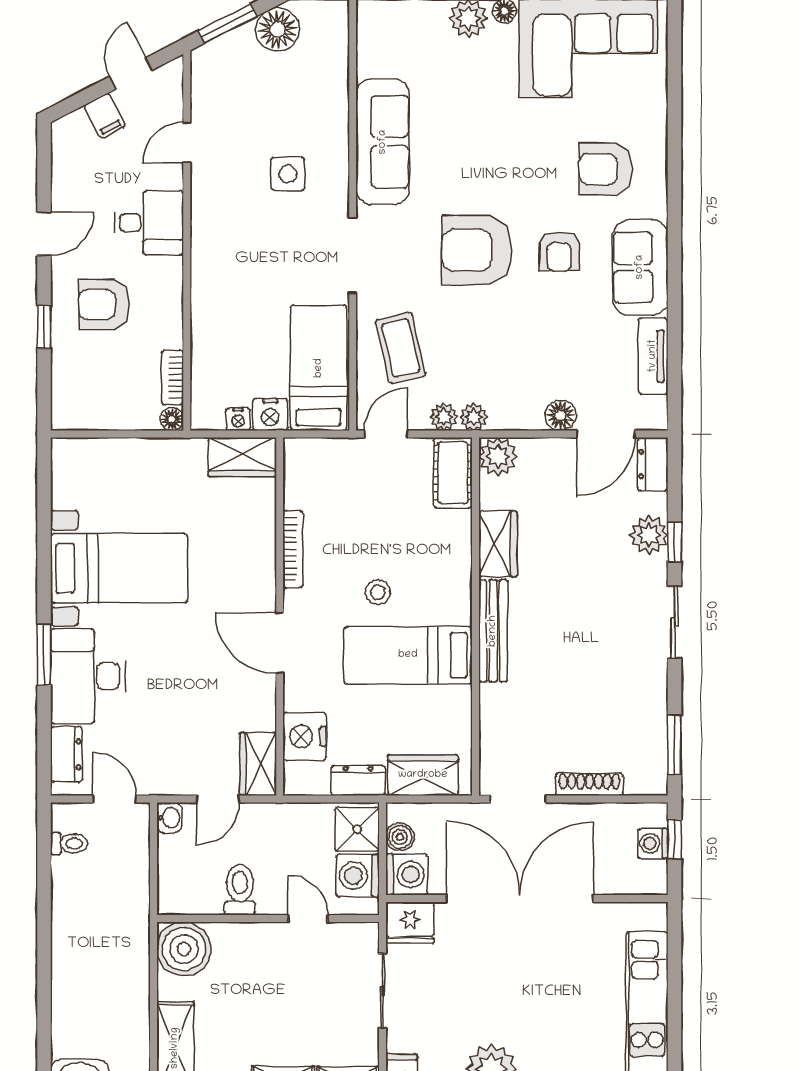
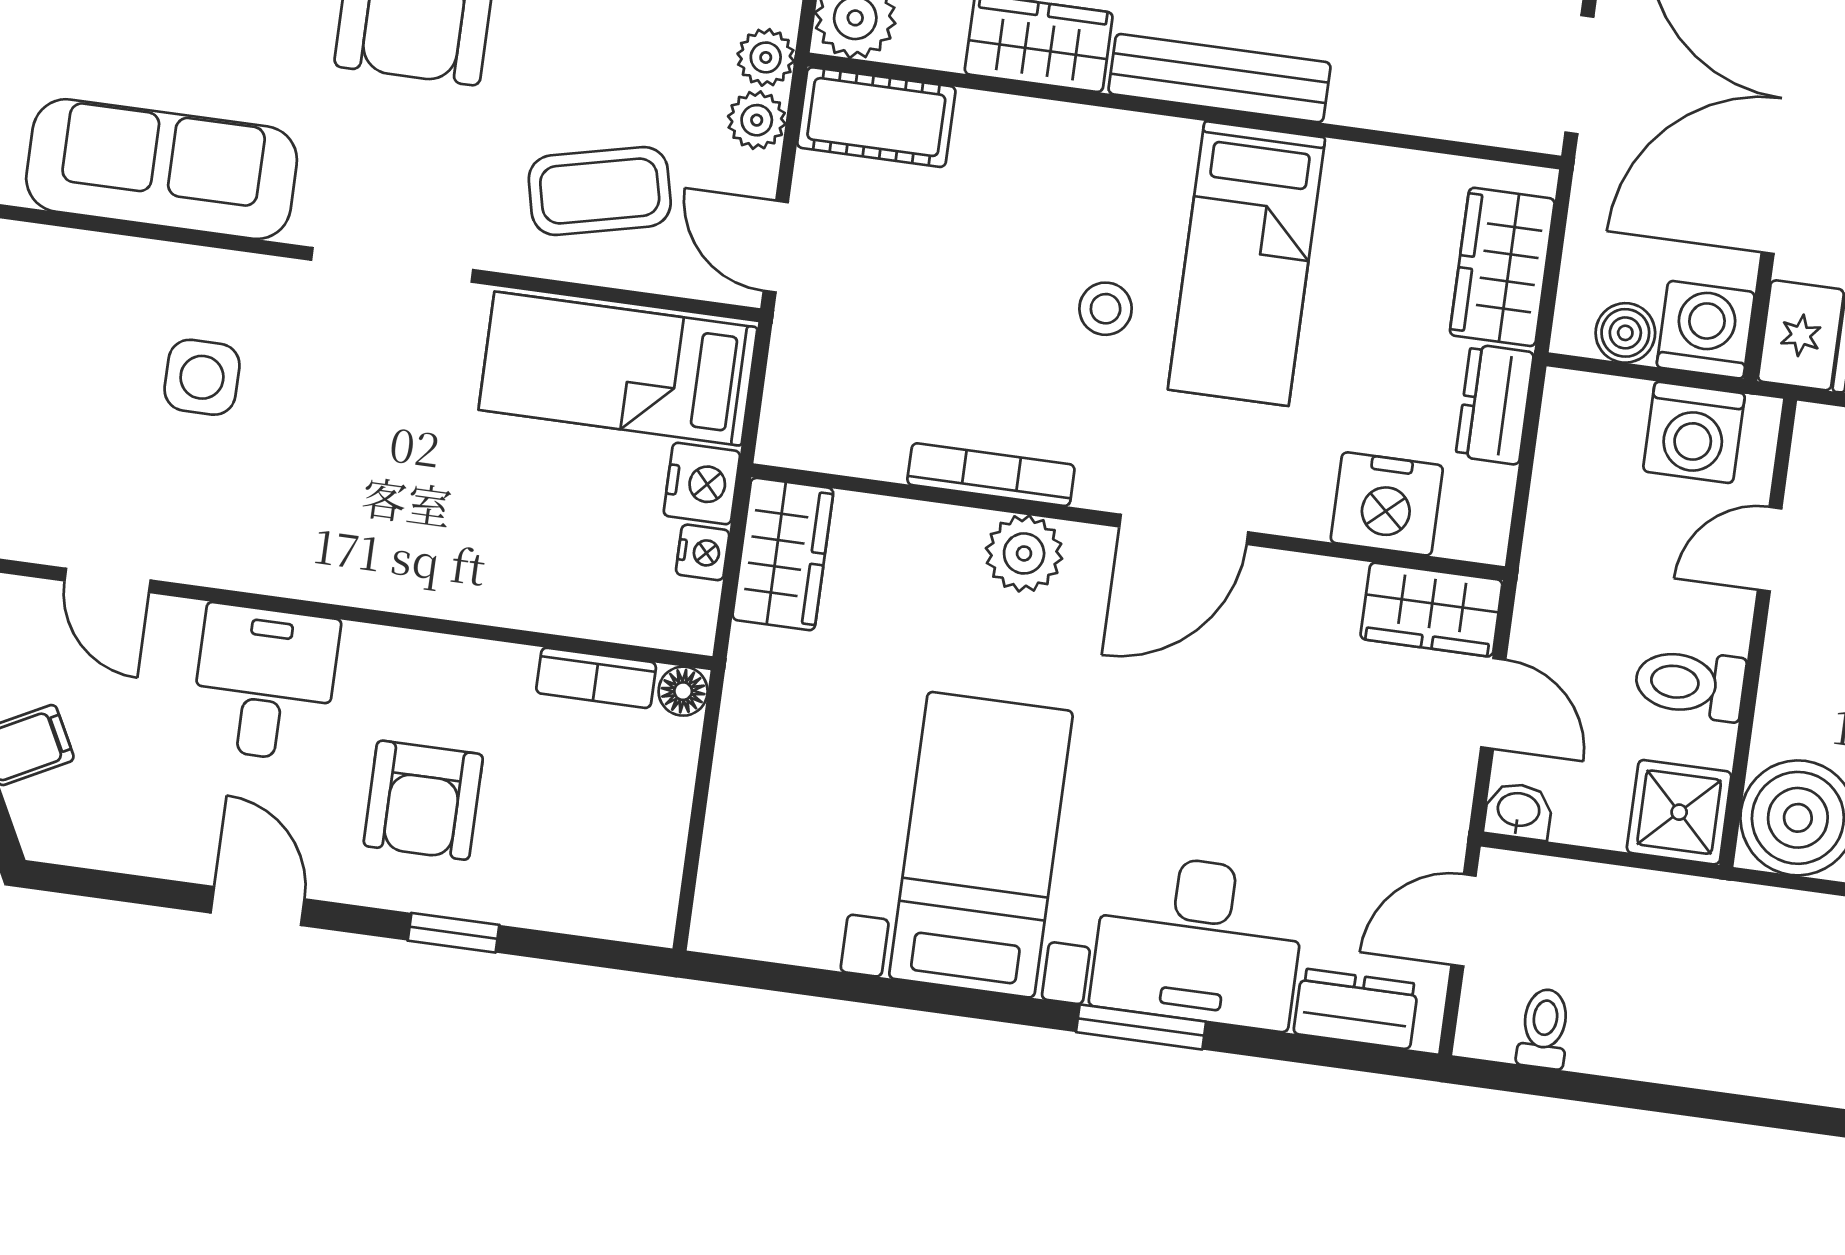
plant: (258, 570) -> (1024, 553), added
shower: (357, 829) -> (1679, 812), moved

